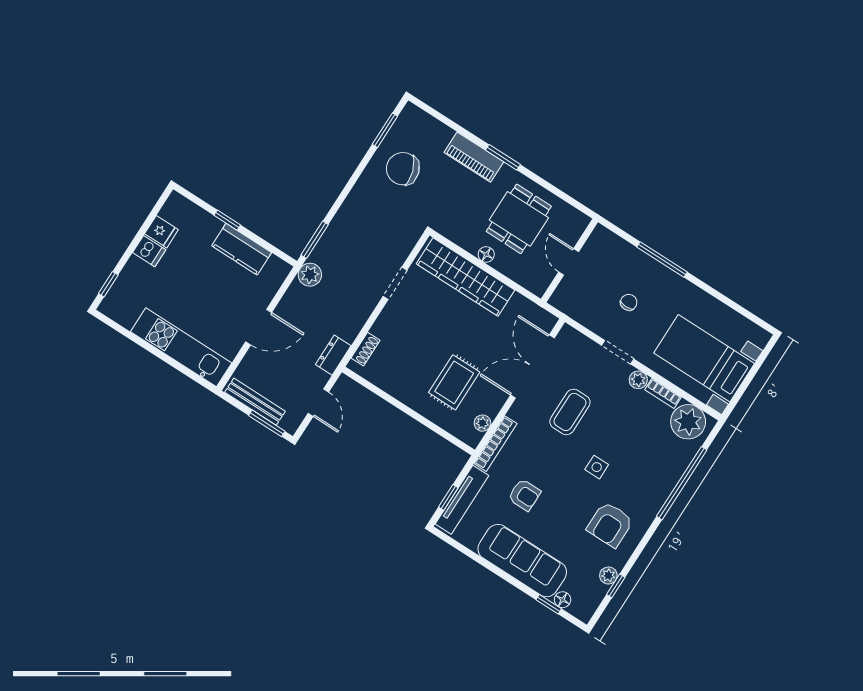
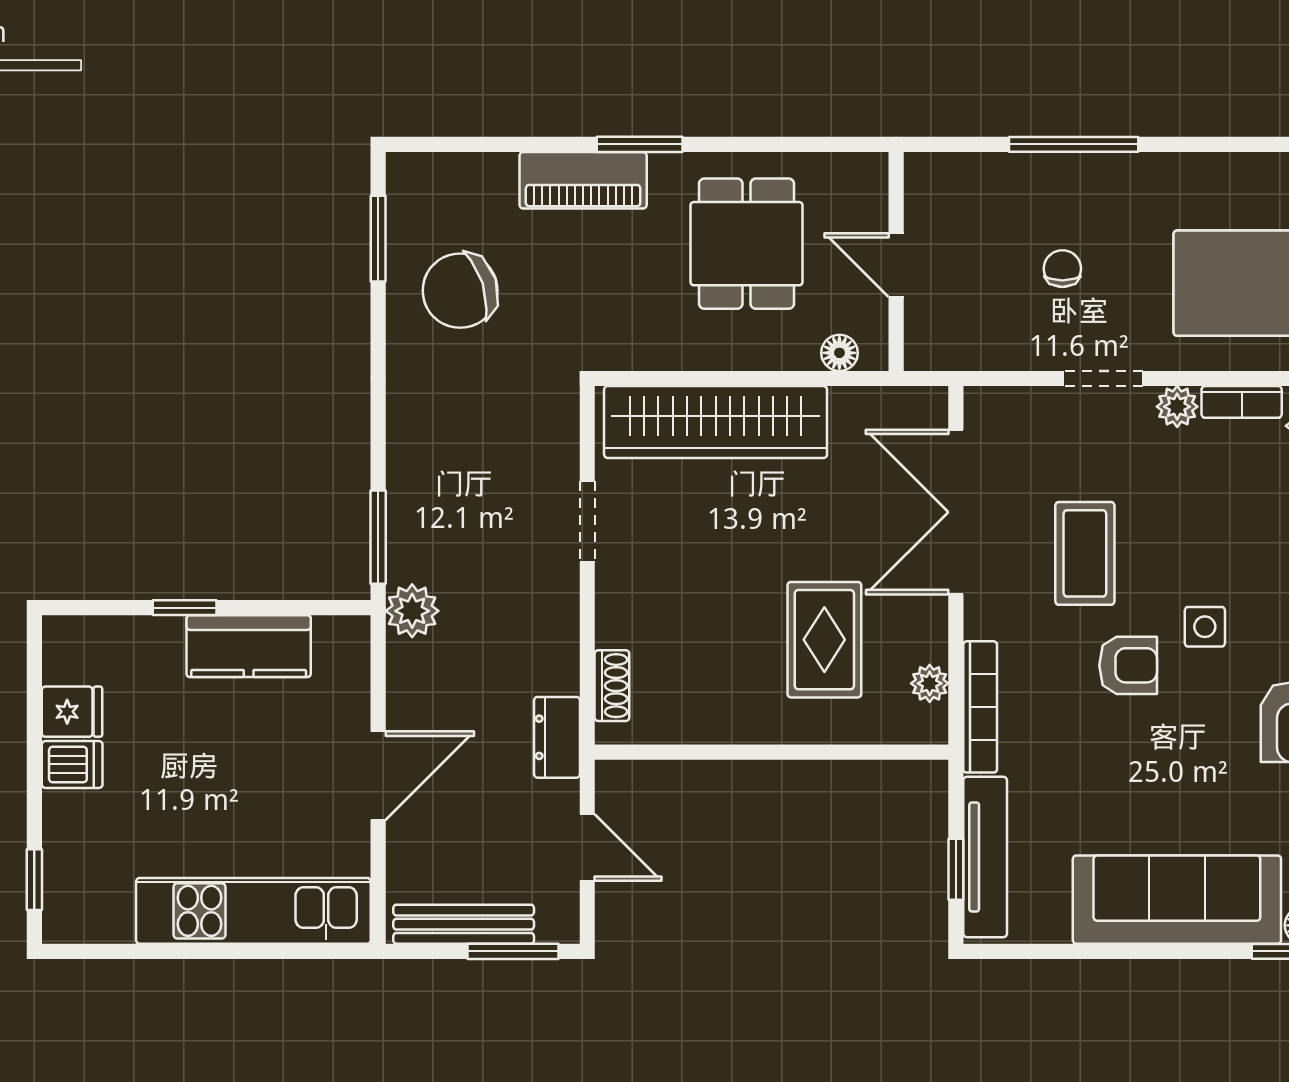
floor lamp: (486, 254) -> (839, 353), moved
armchair: (524, 495) -> (1128, 665), moved

